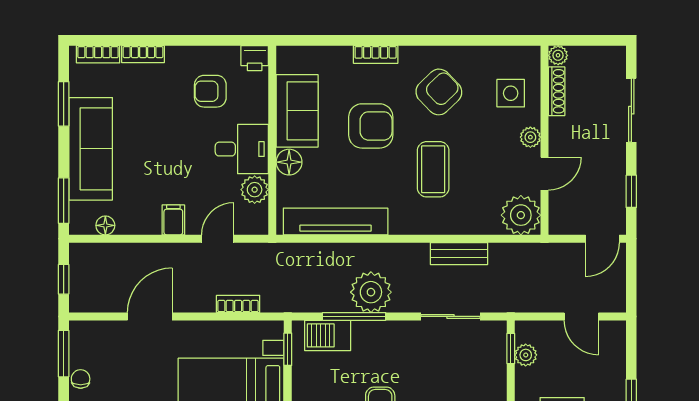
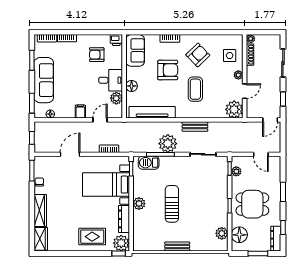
sofa: (297, 111) -> (135, 50), moved
bench: (459, 254) -> (195, 126), moved

